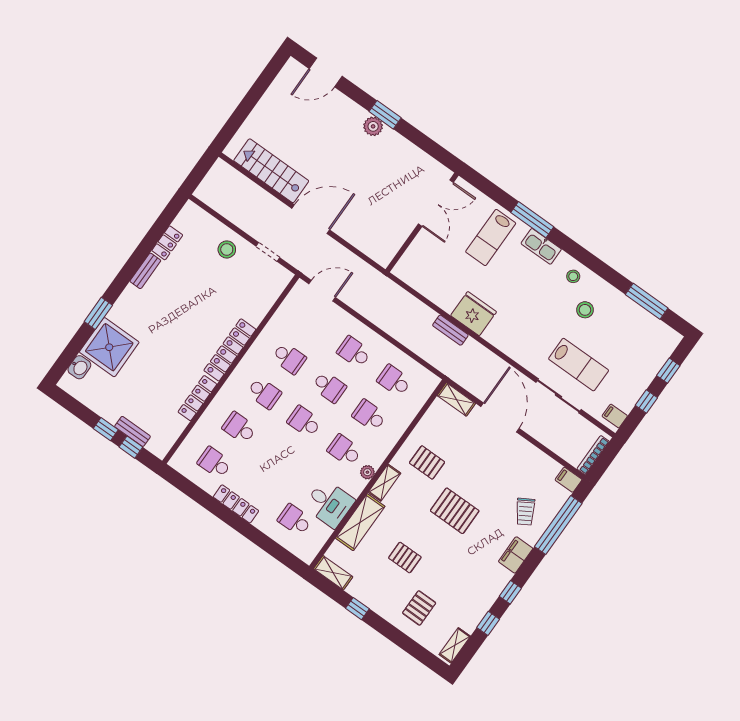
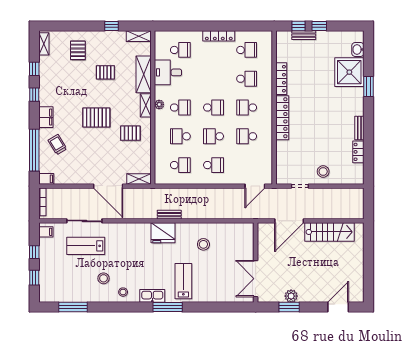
double door: (436, 203) -> (256, 279), moved
wall: (422, 222) -> (256, 263), moved
stool: (435, 265) -> (203, 244), added
school desk: (369, 415) -> (180, 136), turned 180

